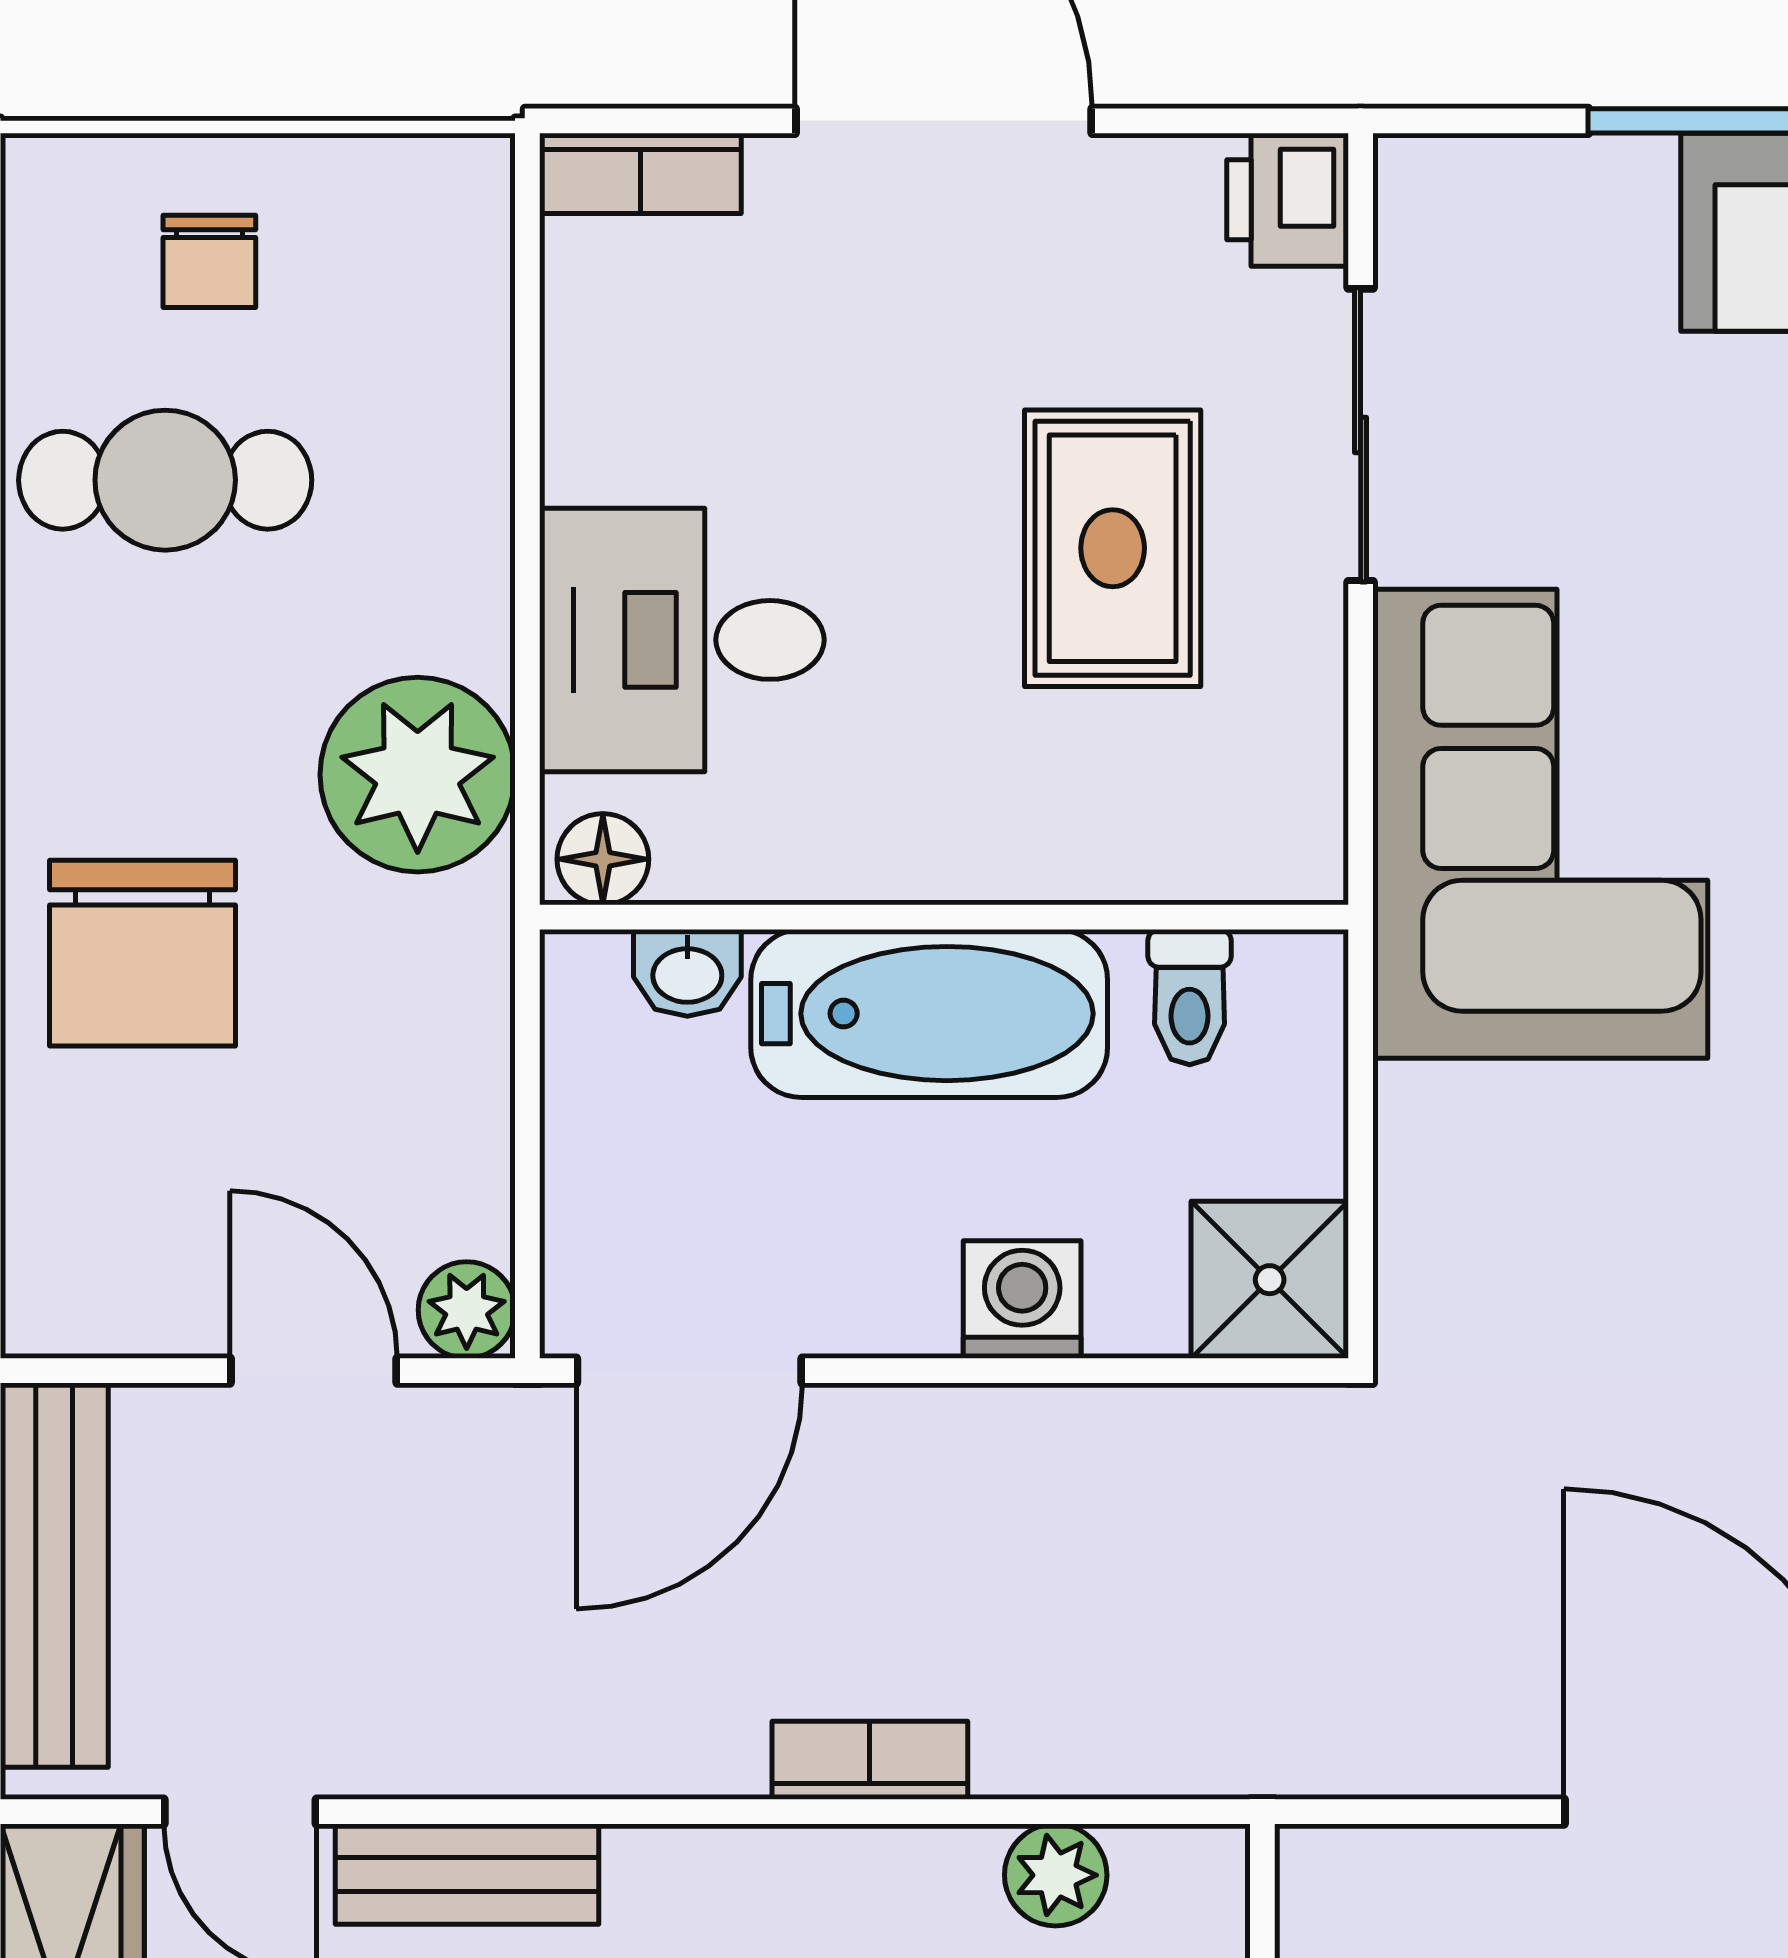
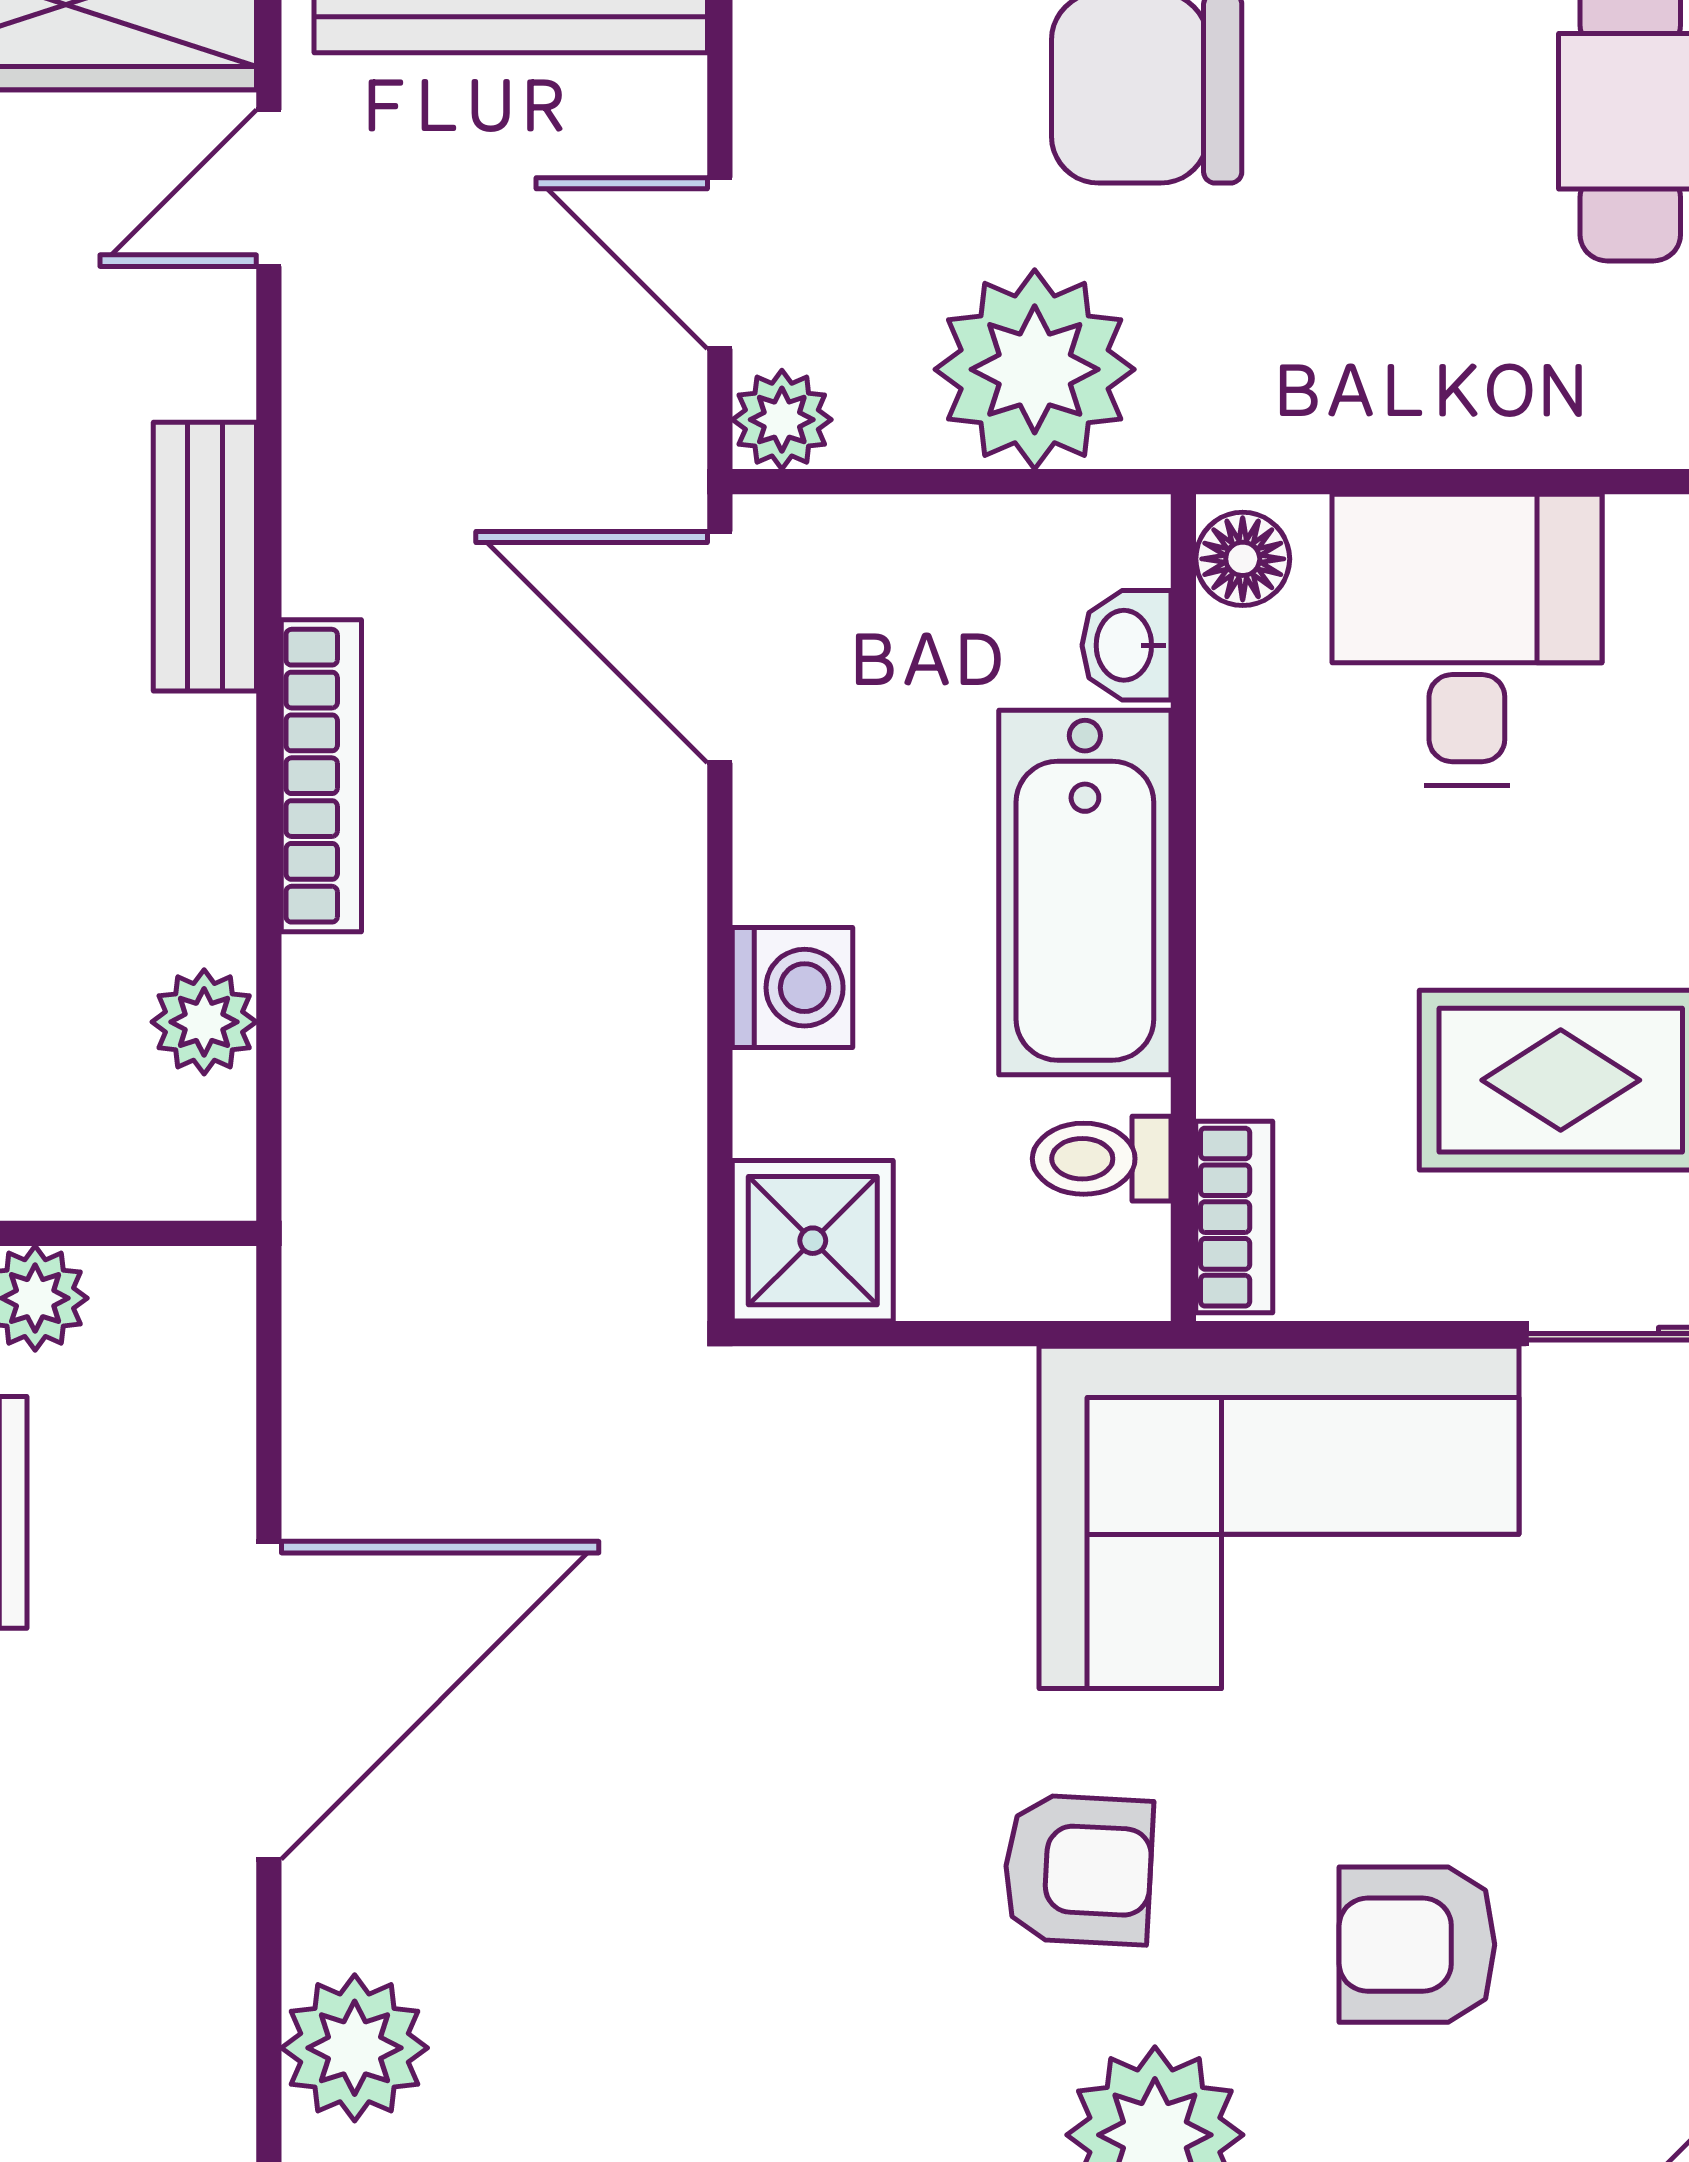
plant: (418, 775) -> (1035, 369), moved
bookcase: (1247, 867) -> (1234, 1217), added
door: (314, 1371) -> (720, 263), swing flipped
bookcase: (870, 1760) -> (321, 776), width x1.56
bench: (467, 1874) -> (205, 557), moved

